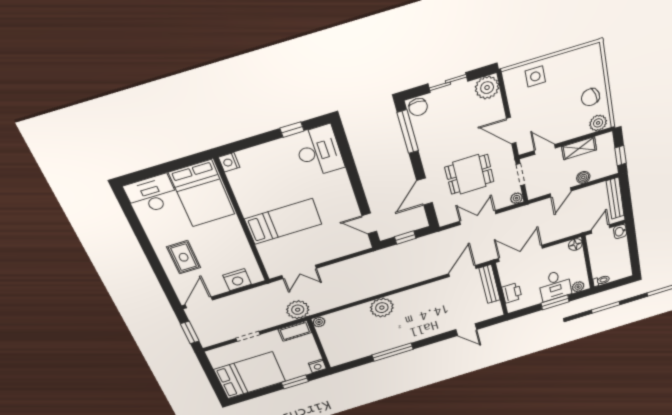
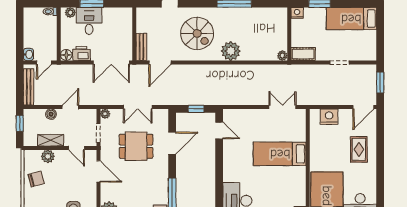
plant: (598, 123) -> (48, 156), moved
bench: (490, 284) -> (141, 47), width x0.73
printer: (512, 293) -> (82, 53), moved, turned 90
plant: (298, 310) -> (295, 73), removed
spiral stairs: (427, 312) -> (197, 33), added
bed: (250, 375) -> (351, 19), width x0.67

